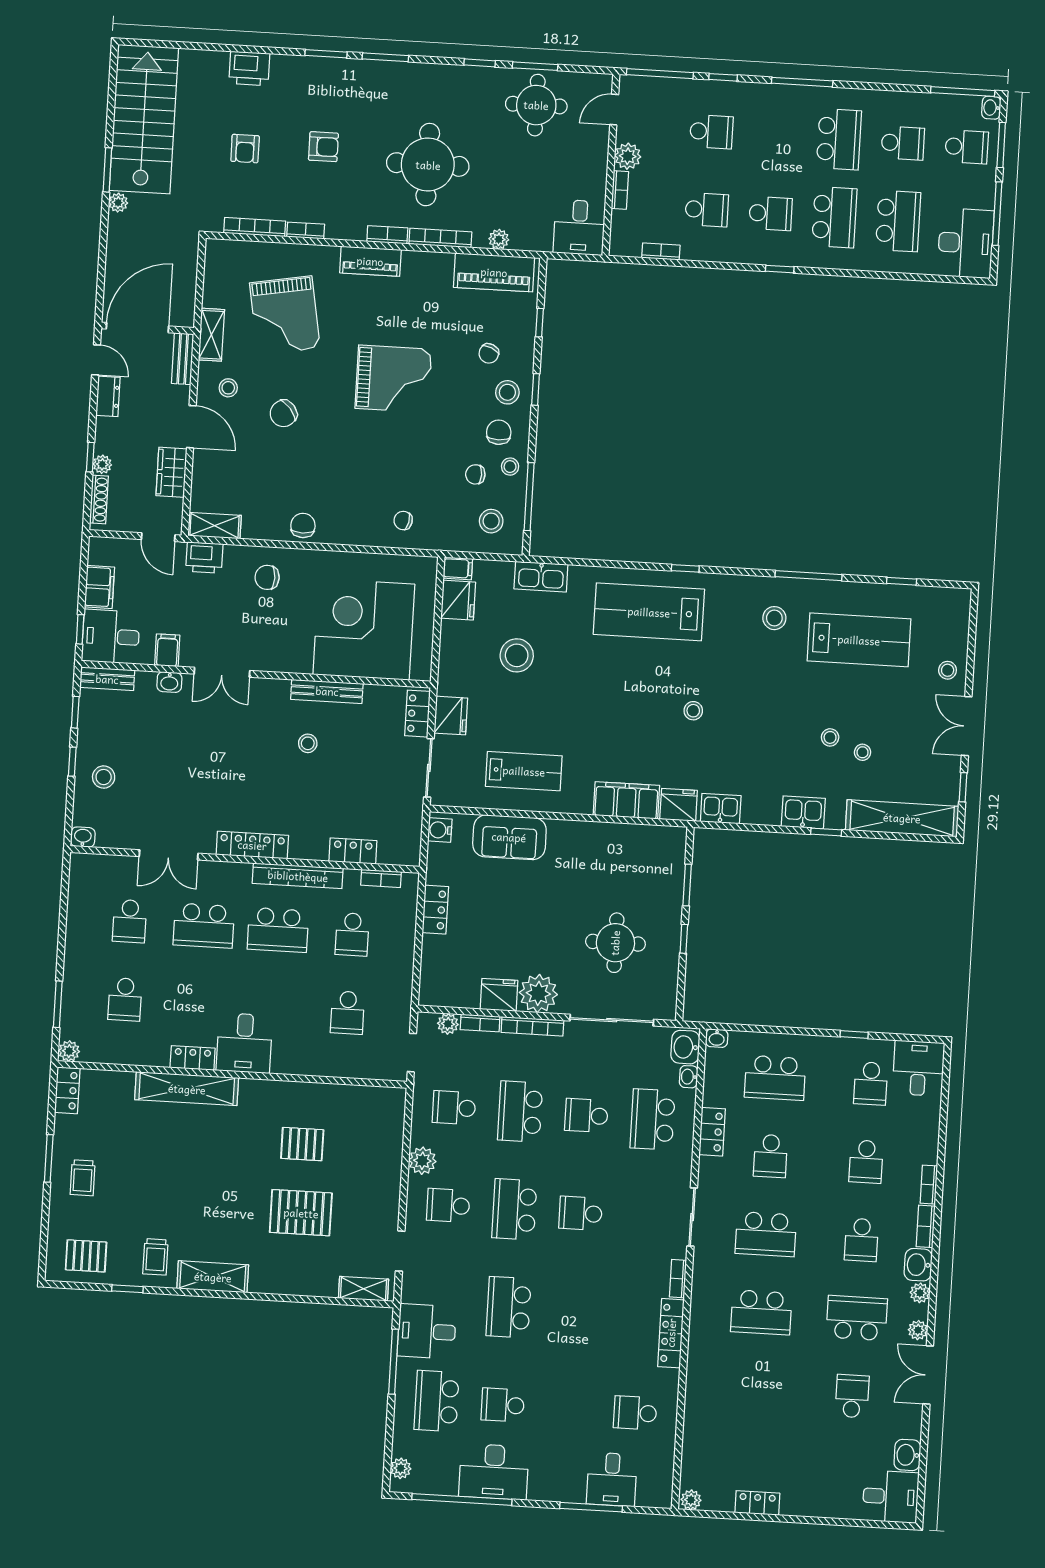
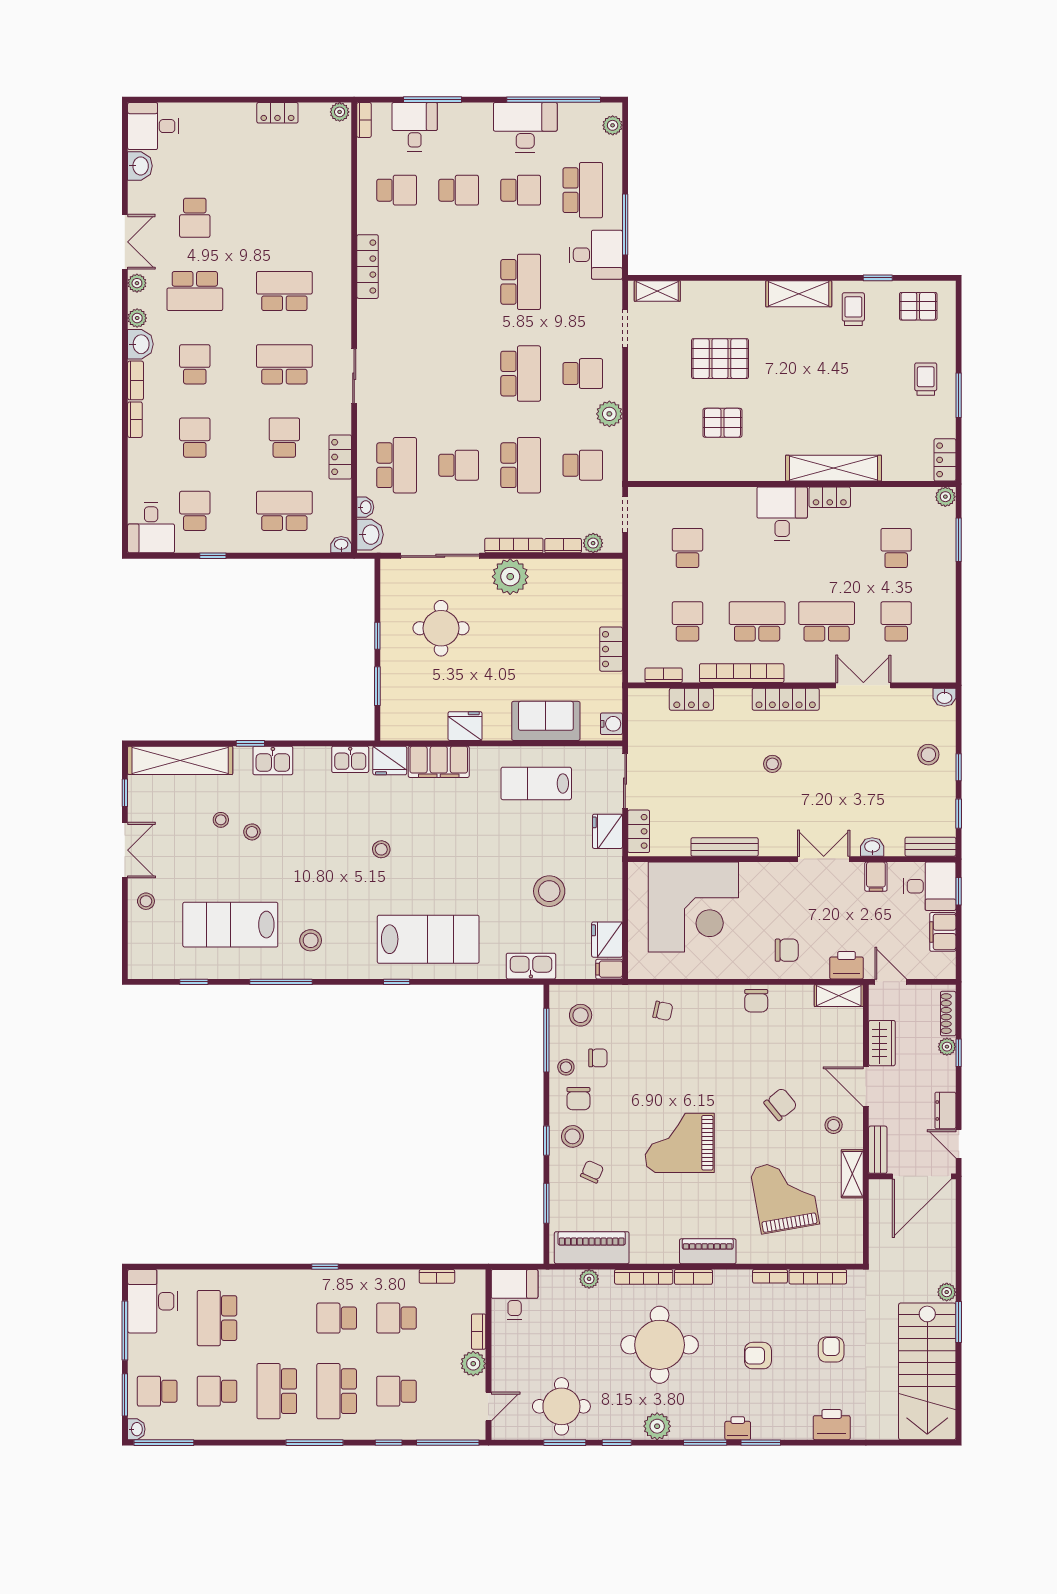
printer: (350, 71) -> (738, 1428), added
plant: (435, 78) -> (657, 1426), added
school desk: (834, 217) -> (337, 1391), moved
window: (540, 323) -> (546, 1203), width x1.50
stool: (308, 743) -> (772, 764), moved
fridge: (499, 995) -> (465, 726), moved, turned 180
school desk: (581, 1213) -> (459, 190), moved
bookcase: (678, 1279) -> (364, 120), moved

